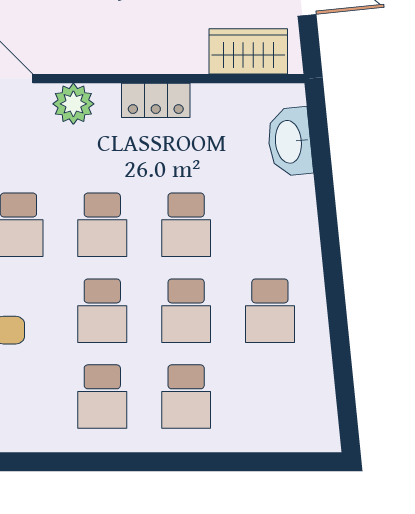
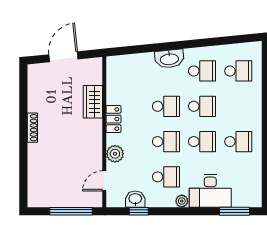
wardrobe: (248, 51) -> (93, 102), moved
washbasin: (290, 142) -> (169, 59), moved
school desk: (186, 397) -> (238, 71), moved

